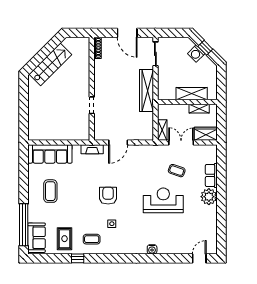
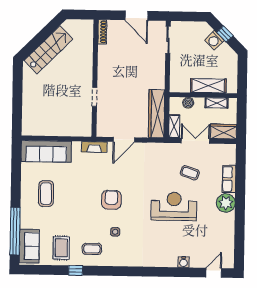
wardrobe: (146, 91) -> (157, 114), moved
boiler: (174, 109) -> (188, 103), added
water cooler: (152, 249) -> (184, 262), moved

